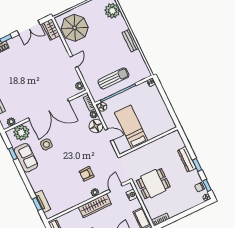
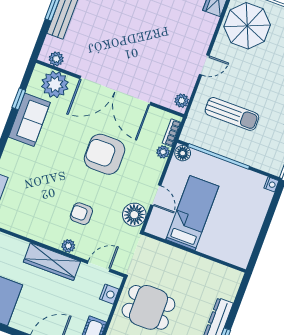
sun lounger: (113, 78) -> (232, 114), moved
floor lamp: (96, 126) -> (134, 215), moved
armchair: (71, 140) -> (104, 154), added
side table: (46, 144) -> (70, 129), removed

